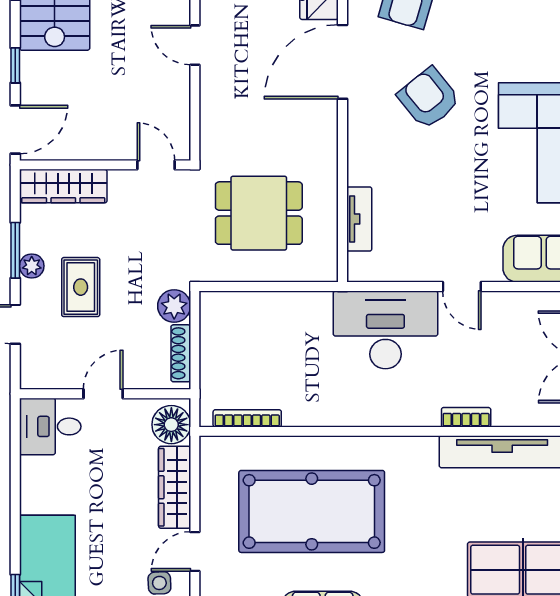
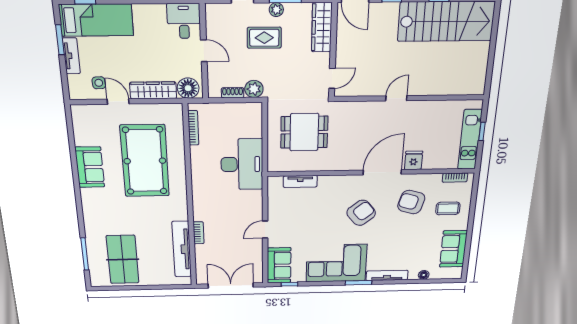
door: (343, 62) -> (382, 172), hinge flipped
dining table: (259, 213) -> (304, 132), turned 90
desk: (385, 330) -> (242, 164), moved
shoe rack: (181, 353) -> (233, 93), width x0.70

